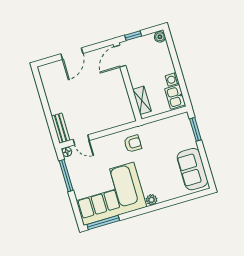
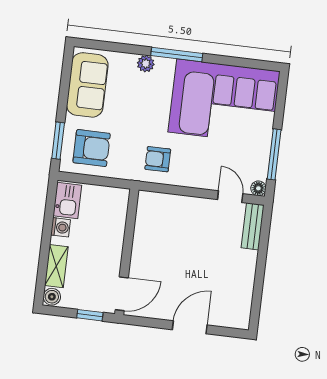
shelving: (142, 100) -> (56, 266), moved
armchair: (174, 133) -> (92, 148), added
plant: (152, 200) -> (146, 64), moved
window: (103, 222) -> (177, 55), moved

